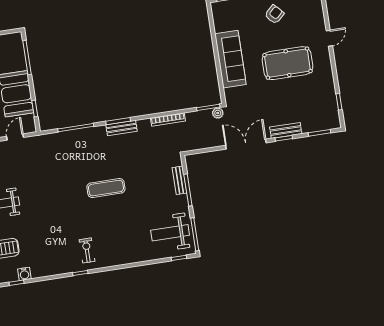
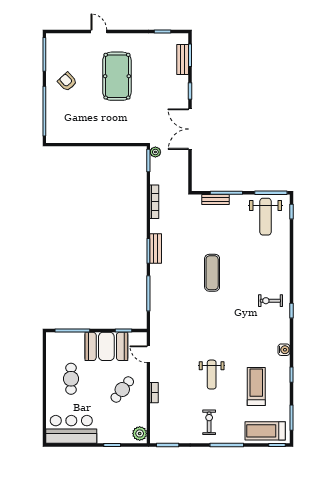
sofa: (230, 59) -> (104, 131), removed
bench: (286, 130) -> (183, 59), moved
water cooler: (24, 274) -> (284, 350), moved

